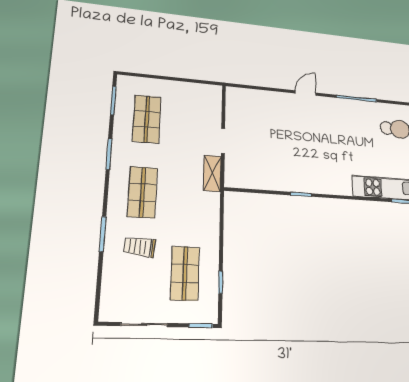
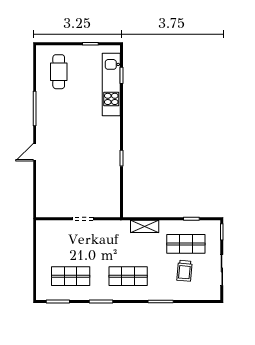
door: (306, 93) -> (35, 152), hinge flipped
shelving: (212, 173) -> (145, 226), moved
trolley: (140, 247) -> (184, 271), moved

